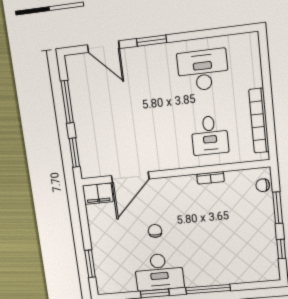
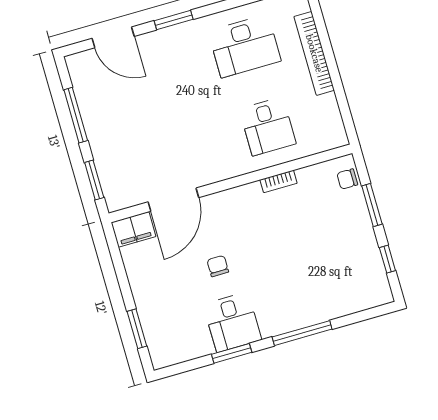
desk: (203, 70) -> (245, 46), turned 180
bookcase: (259, 121) -> (314, 53), moved
desk: (159, 272) -> (232, 322), width x0.73

